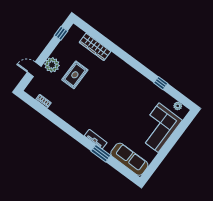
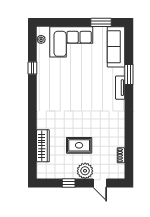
window: (61, 33) -> (69, 183), moved
window: (157, 162) -> (101, 22), added

